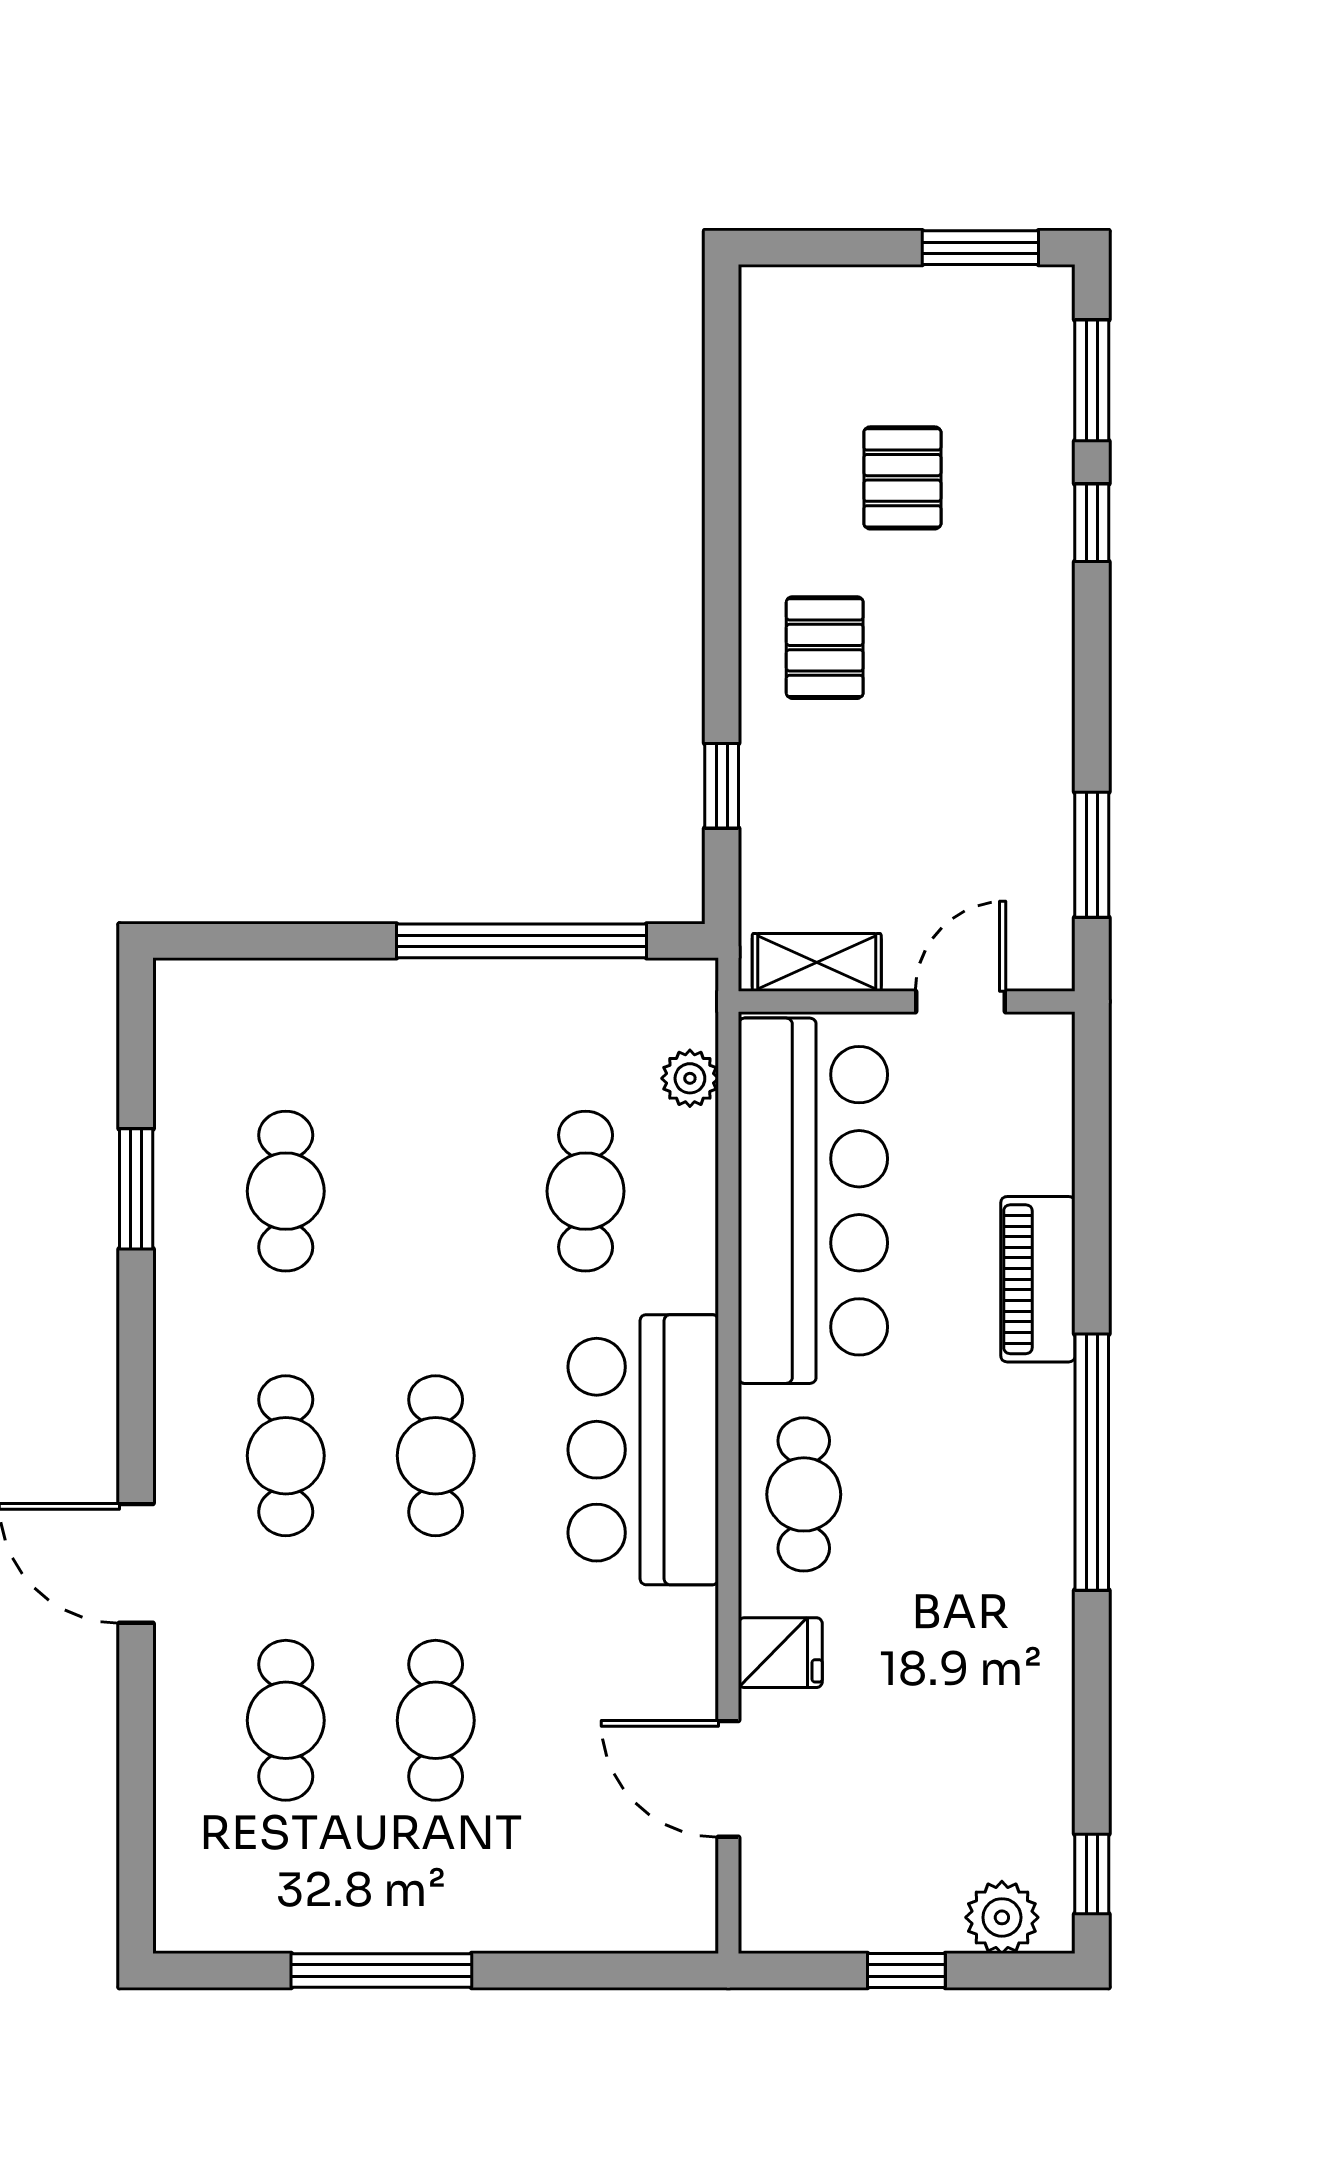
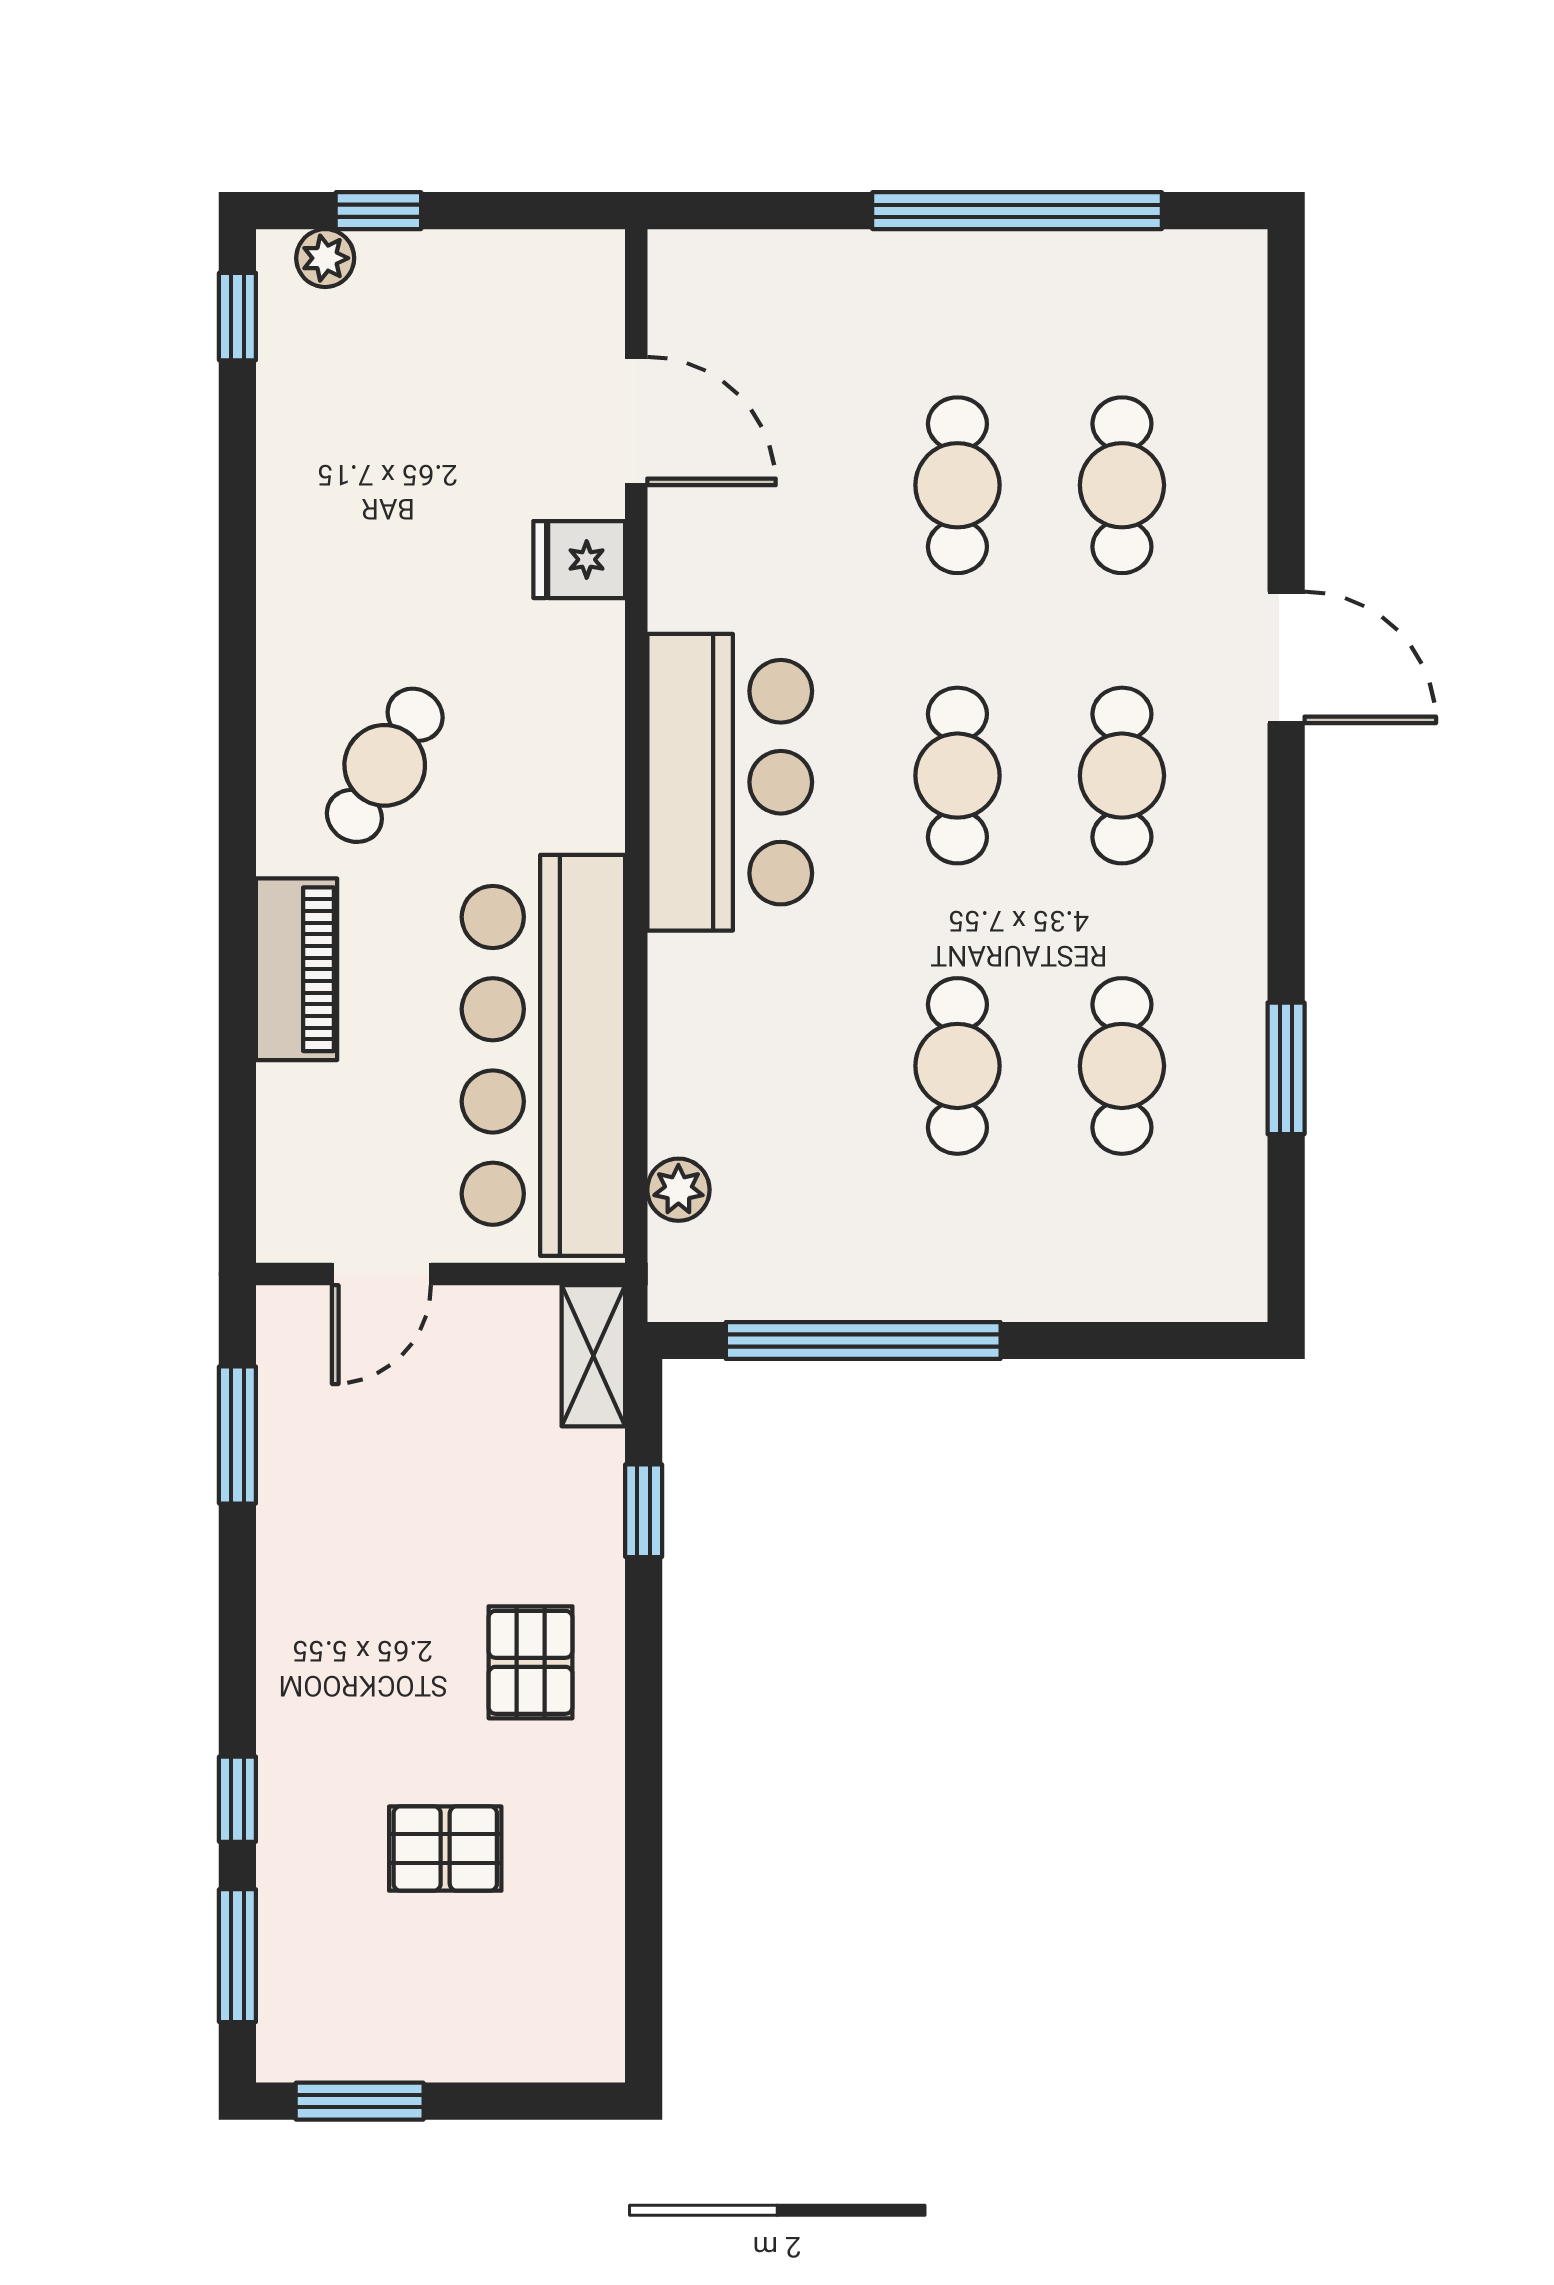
pallet: (902, 478) -> (445, 1849), turned 90
shelving: (817, 962) -> (593, 1356), moved, turned 90
cafe table: (586, 1191) -> (957, 1066), moved
window: (1092, 1462) -> (237, 769), removed
cafe table: (804, 1494) -> (385, 765), moved, turned 31
plant: (1002, 1917) -> (325, 258), width x0.73, depth x0.73
window: (381, 1971) -> (1017, 211), width x1.46
window: (906, 1971) -> (378, 211), moved

